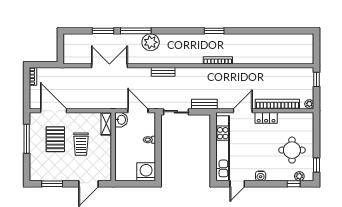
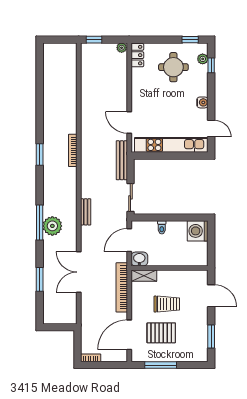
window: (136, 31) -> (40, 223), moved
bench: (204, 104) -> (122, 160), width x1.36
bookcase: (277, 104) -> (122, 287), moved
locker: (266, 118) -> (137, 55), moved

